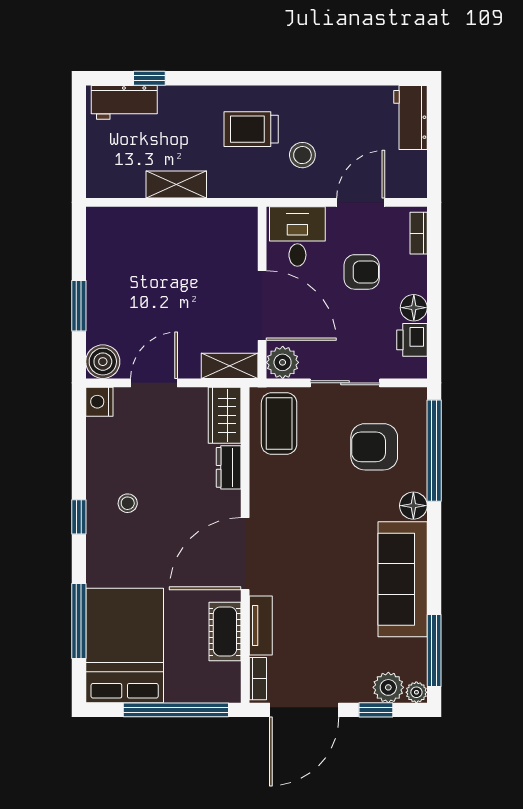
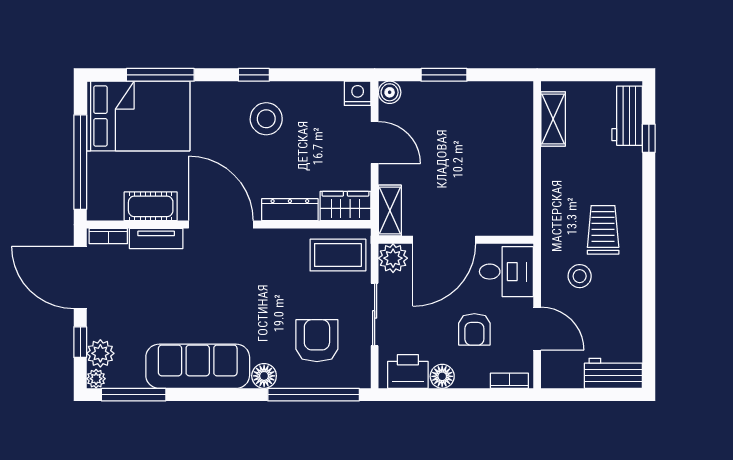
shelving: (176, 185) -> (553, 119), moved
printer: (412, 340) -> (408, 371), width x1.36, depth x1.24
boiler: (103, 362) -> (390, 92), width x0.73, depth x0.73
dresser: (229, 467) -> (290, 210), width x1.44
stool: (128, 503) -> (266, 119), width x1.89, depth x1.89

